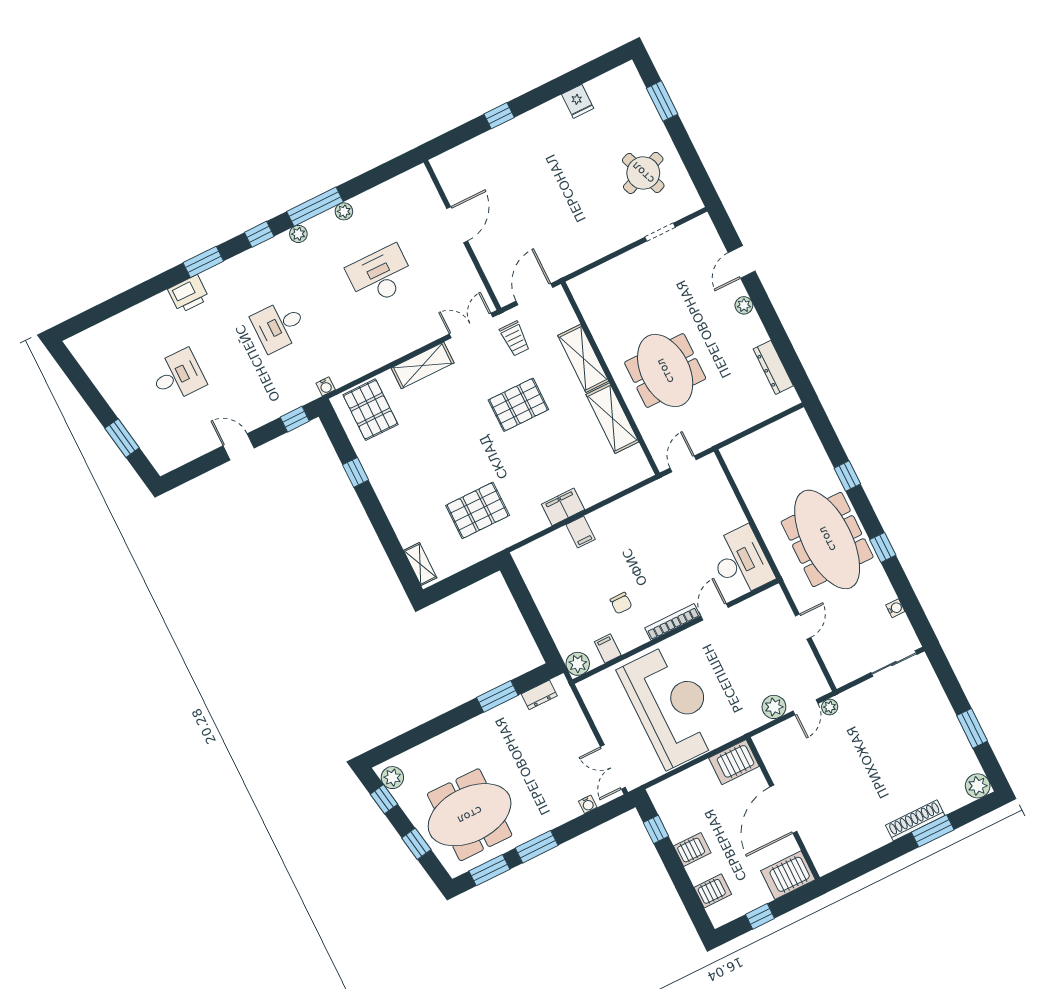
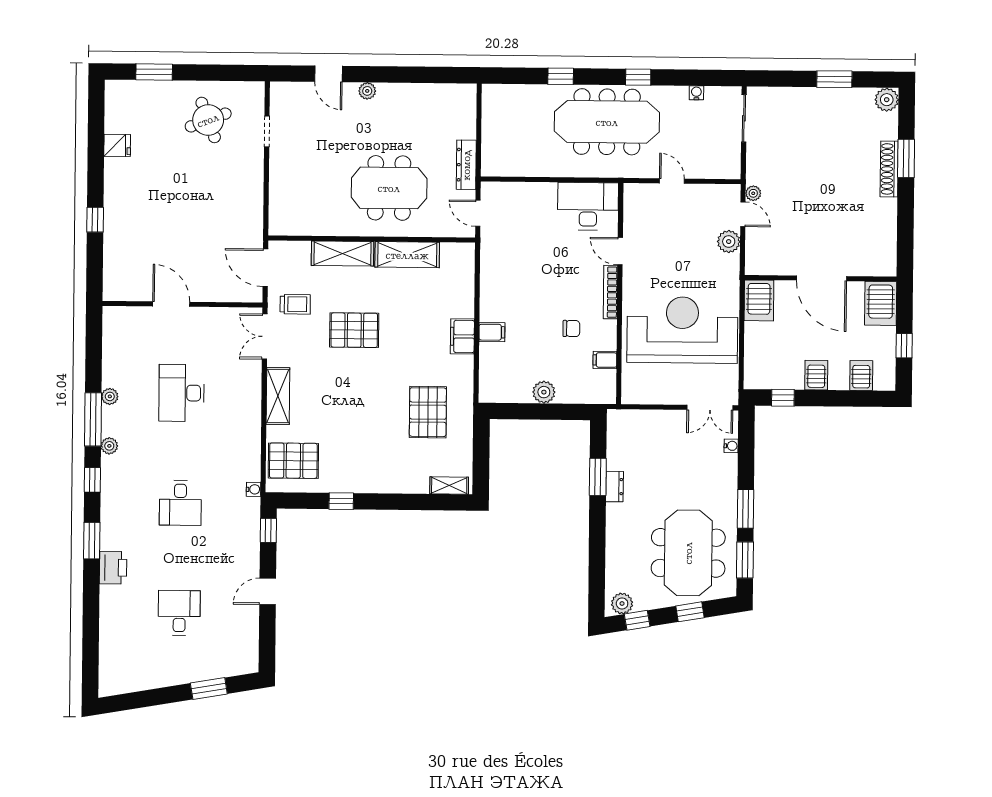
dresser: (773, 367) -> (466, 165), moved, turned 90
pallet: (518, 405) -> (354, 330), turned 90
plant: (578, 664) -> (544, 392), moved
dresser: (539, 695) -> (615, 487), moved

